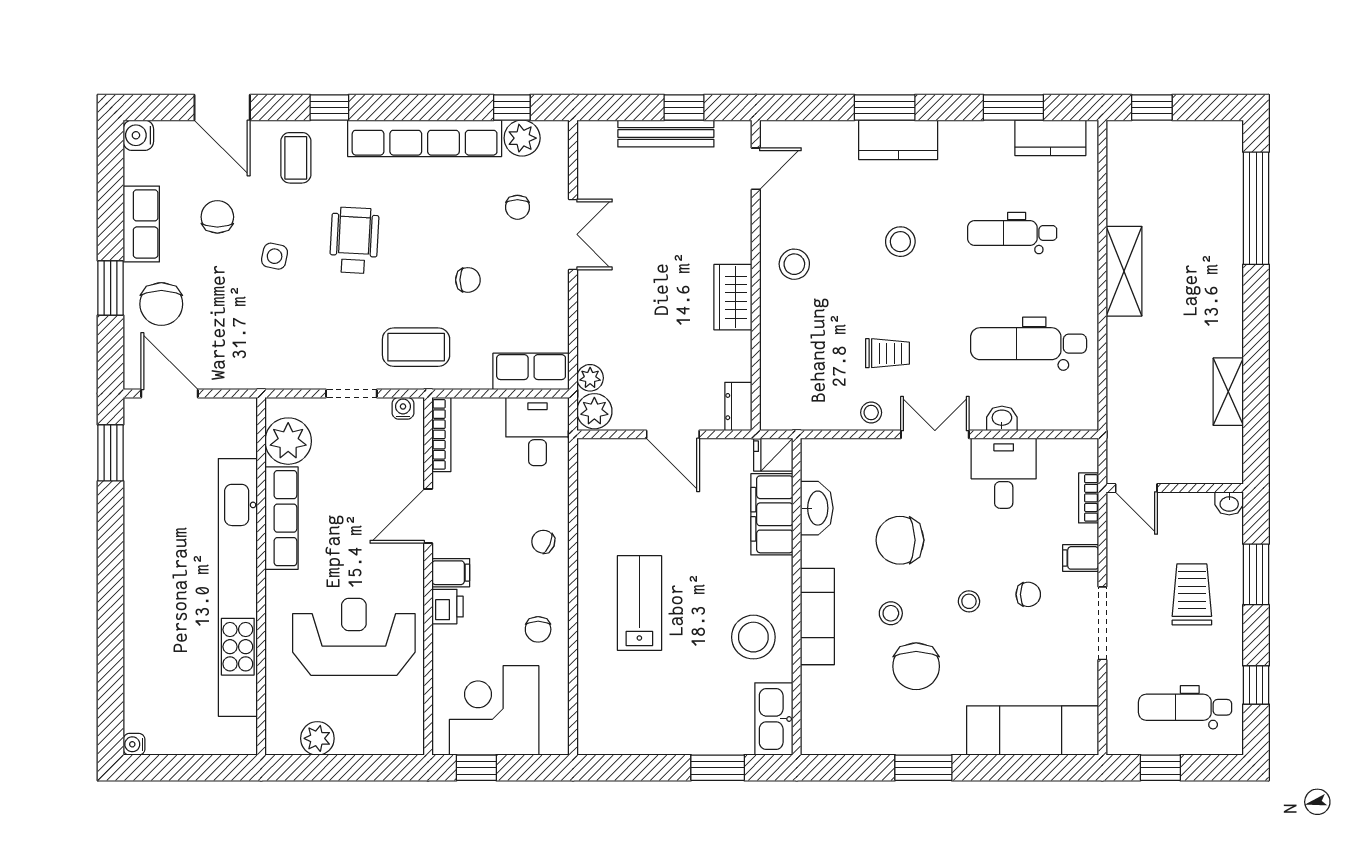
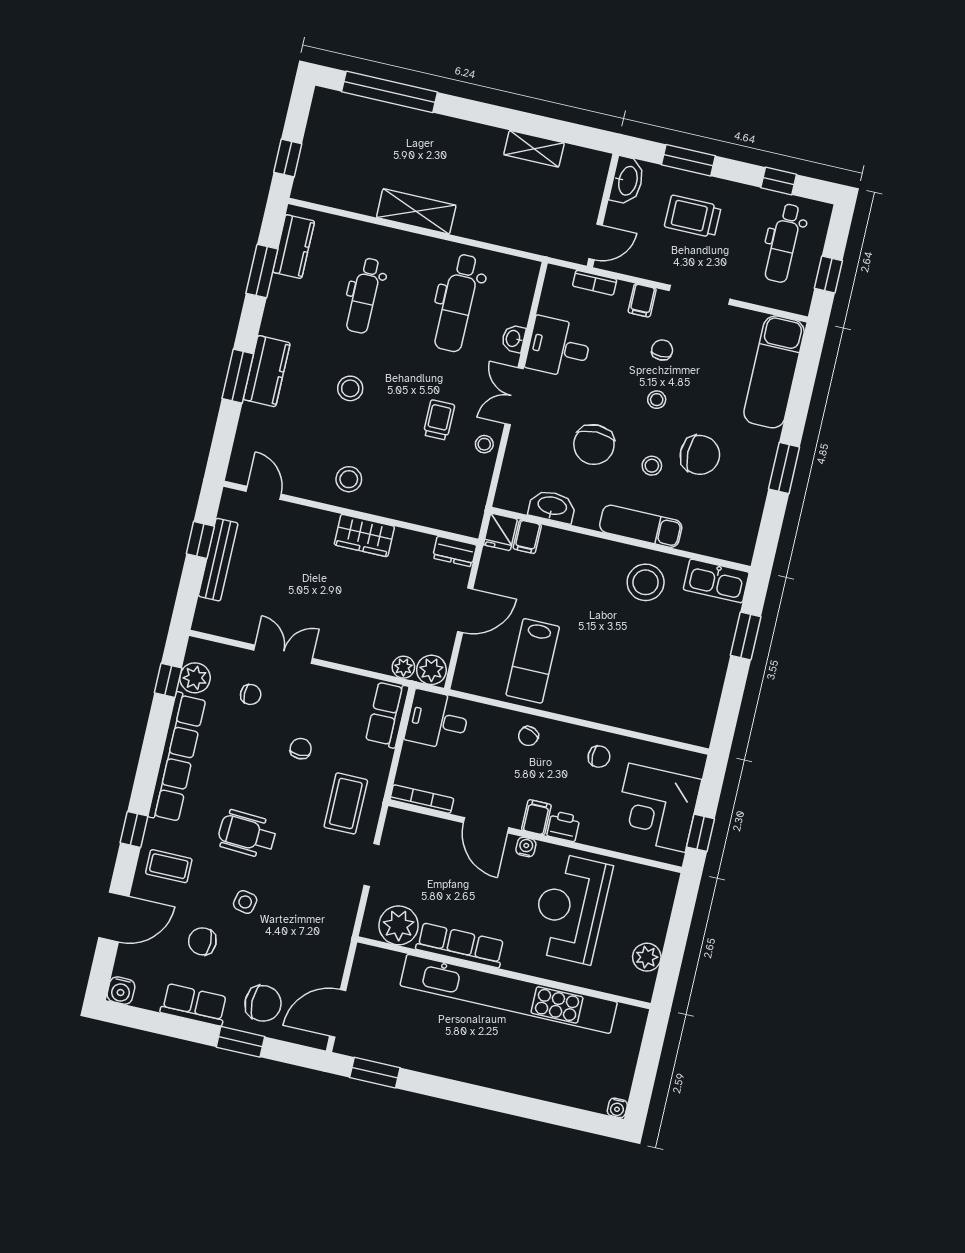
water cooler: (403, 408) -> (526, 847), moved, turned 90
washbasin: (1229, 503) -> (627, 181), width x1.91, depth x1.45
filing cabinet: (772, 514) -> (527, 537), width x0.33, depth x0.86
lab bench: (639, 603) -> (533, 661), moved, turned -90

